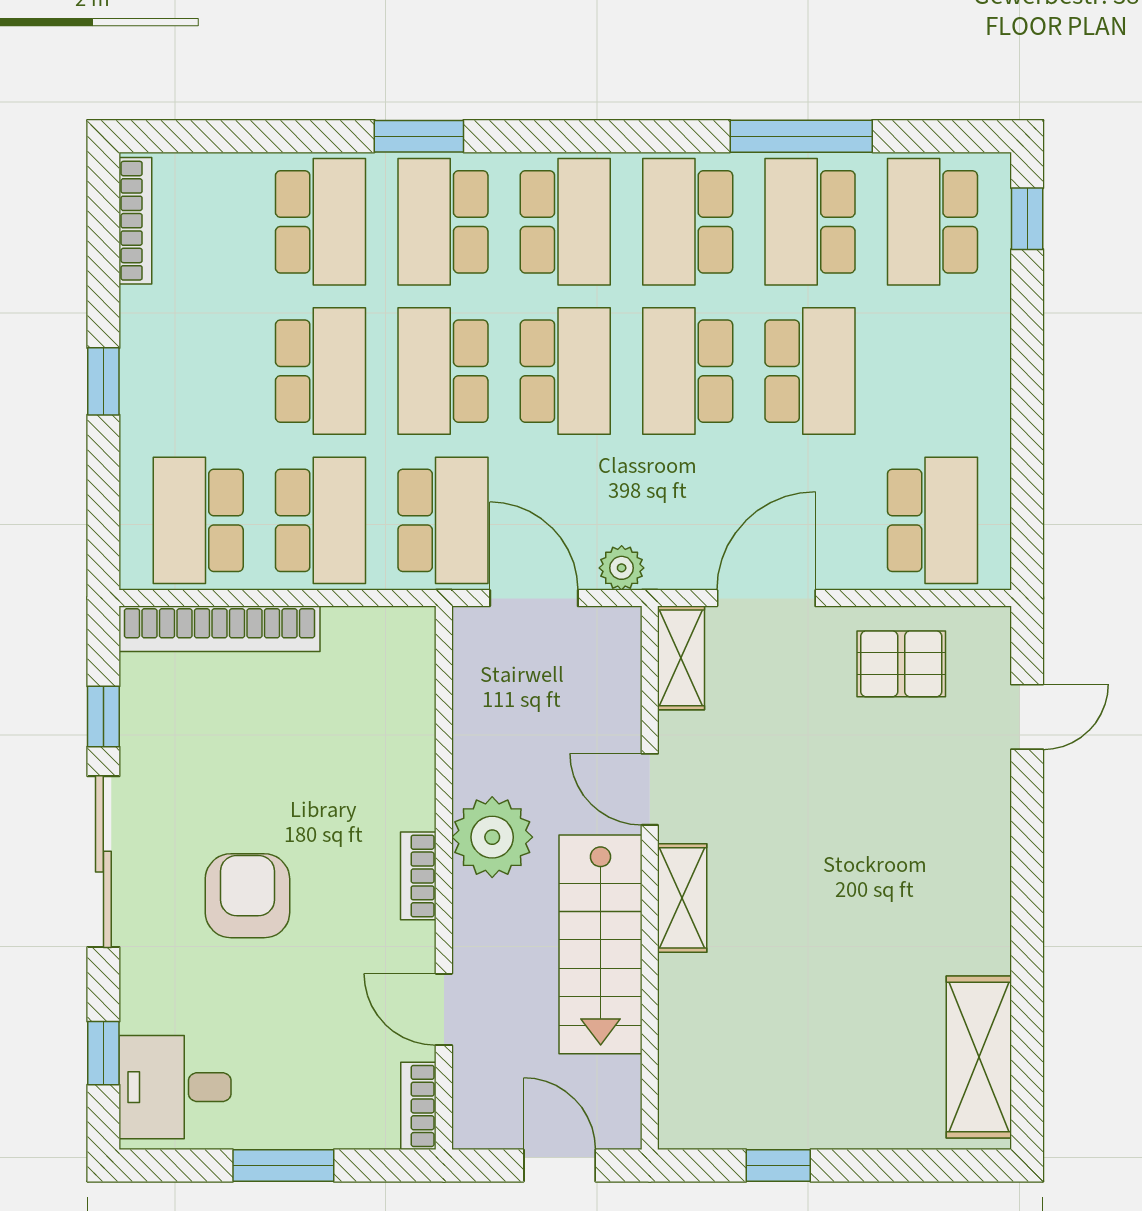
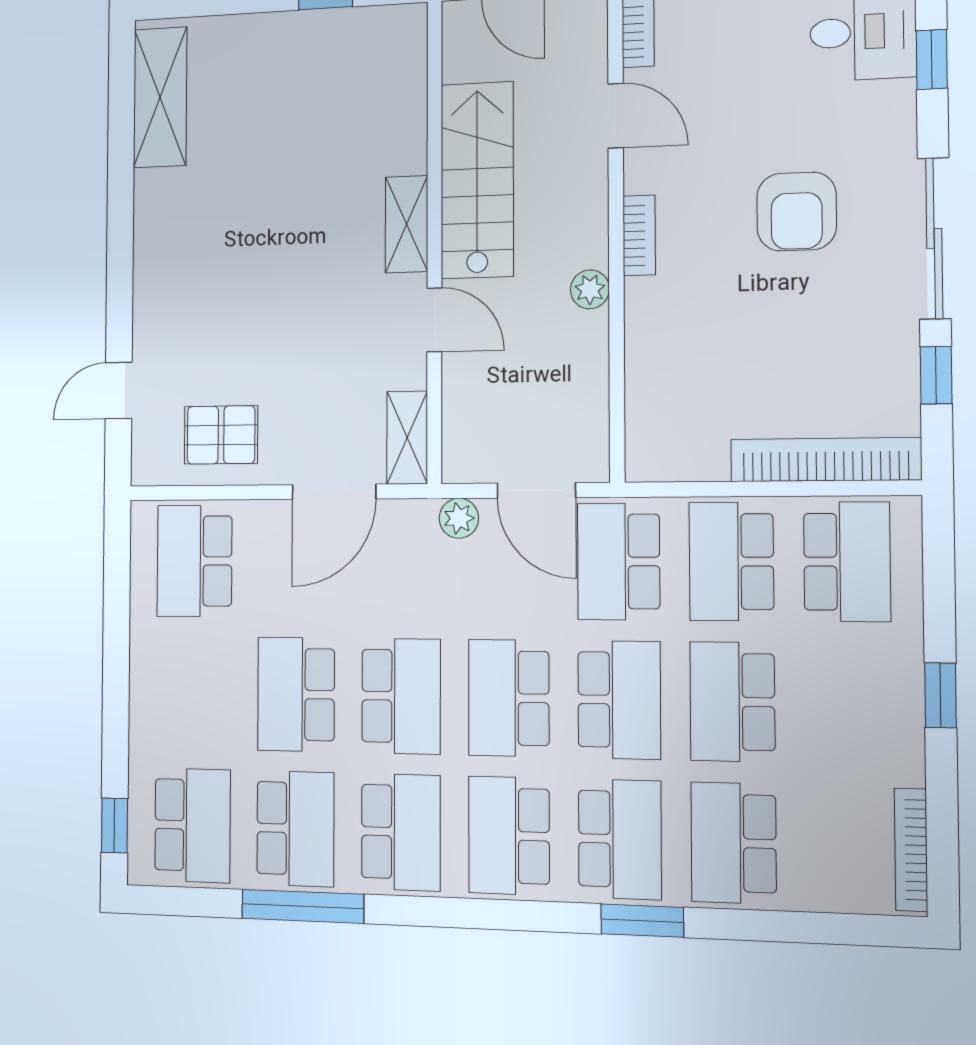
plant: (492, 837) -> (590, 289), width x0.53, depth x0.53

